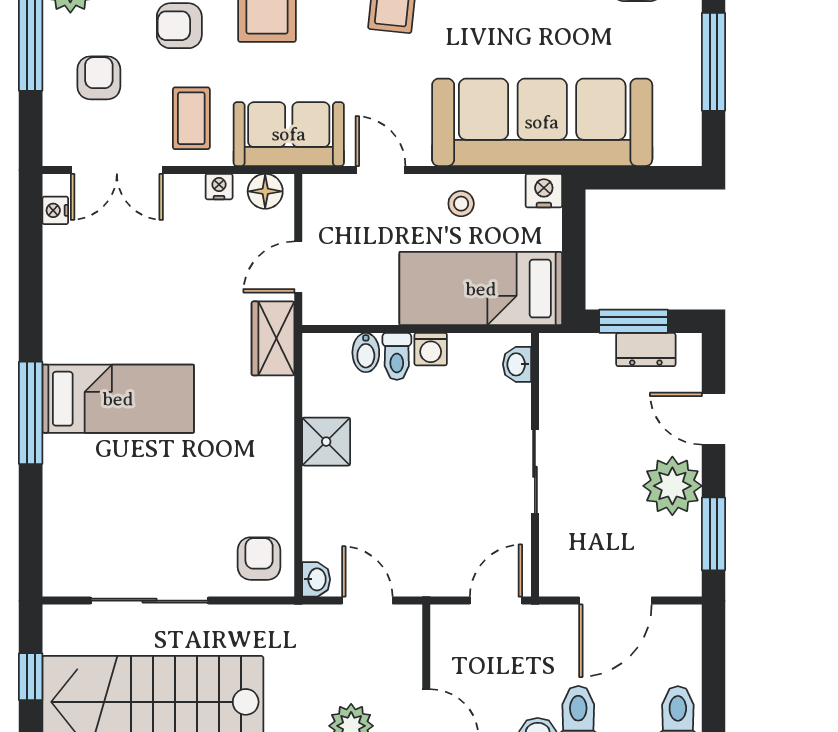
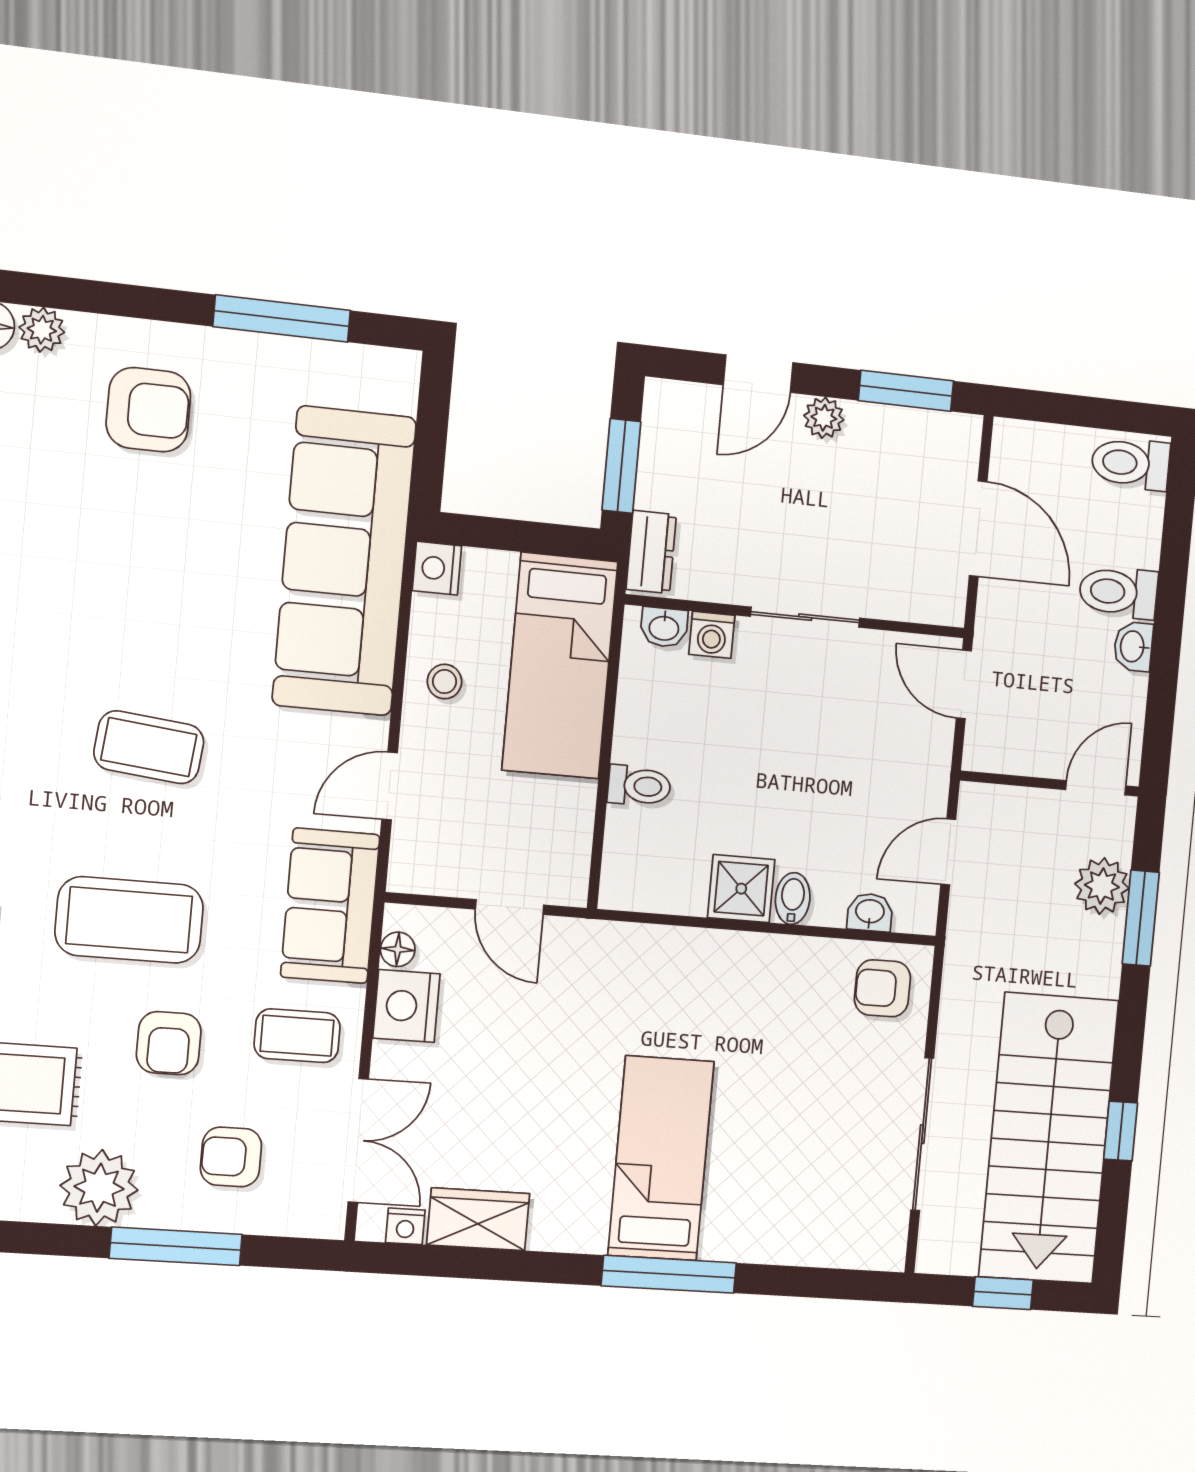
nightstand: (219, 187) -> (406, 1006), width x1.89, depth x1.79
floor lamp: (265, 191) -> (398, 949), width x0.73, depth x0.73
wardrobe: (273, 338) -> (478, 1219), moved, turned 180
washing machine: (431, 349) -> (712, 635), moved, turned 90
dresser: (646, 350) -> (651, 552), moved
bidet: (366, 353) -> (793, 898), moved, turned -90
plant: (672, 486) -> (824, 418), width x0.53, depth x0.53
washbasin: (316, 579) -> (870, 912), moved

